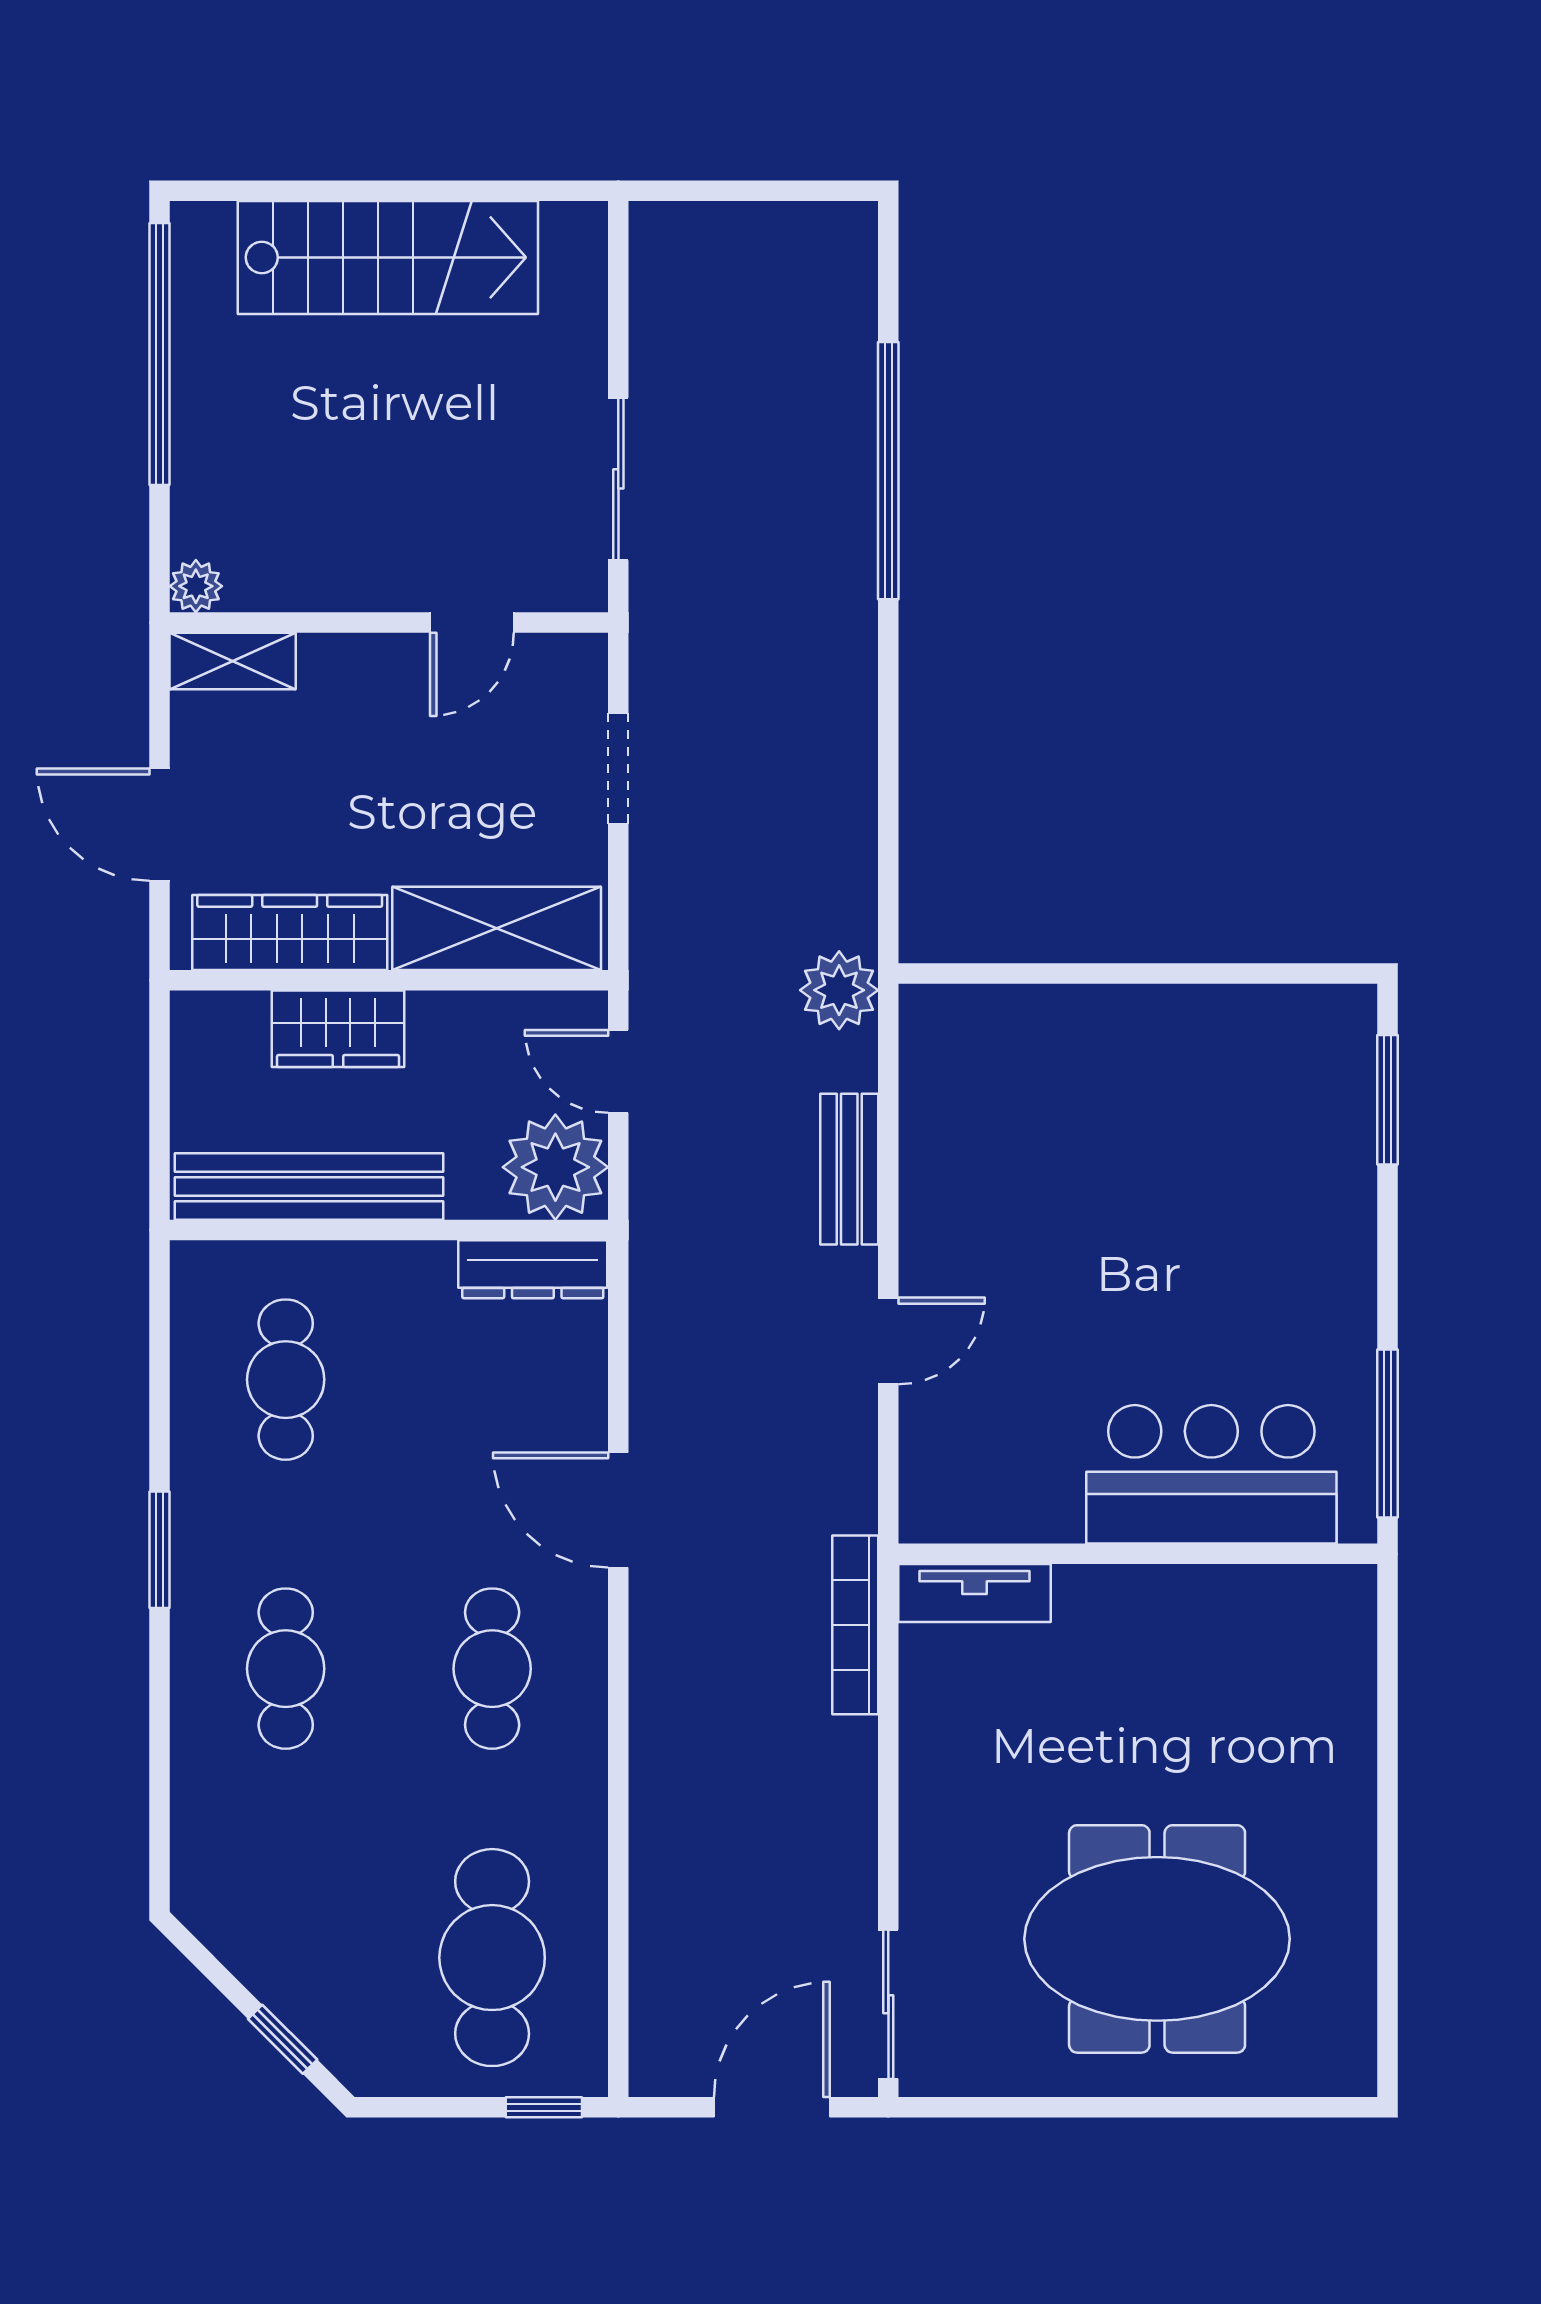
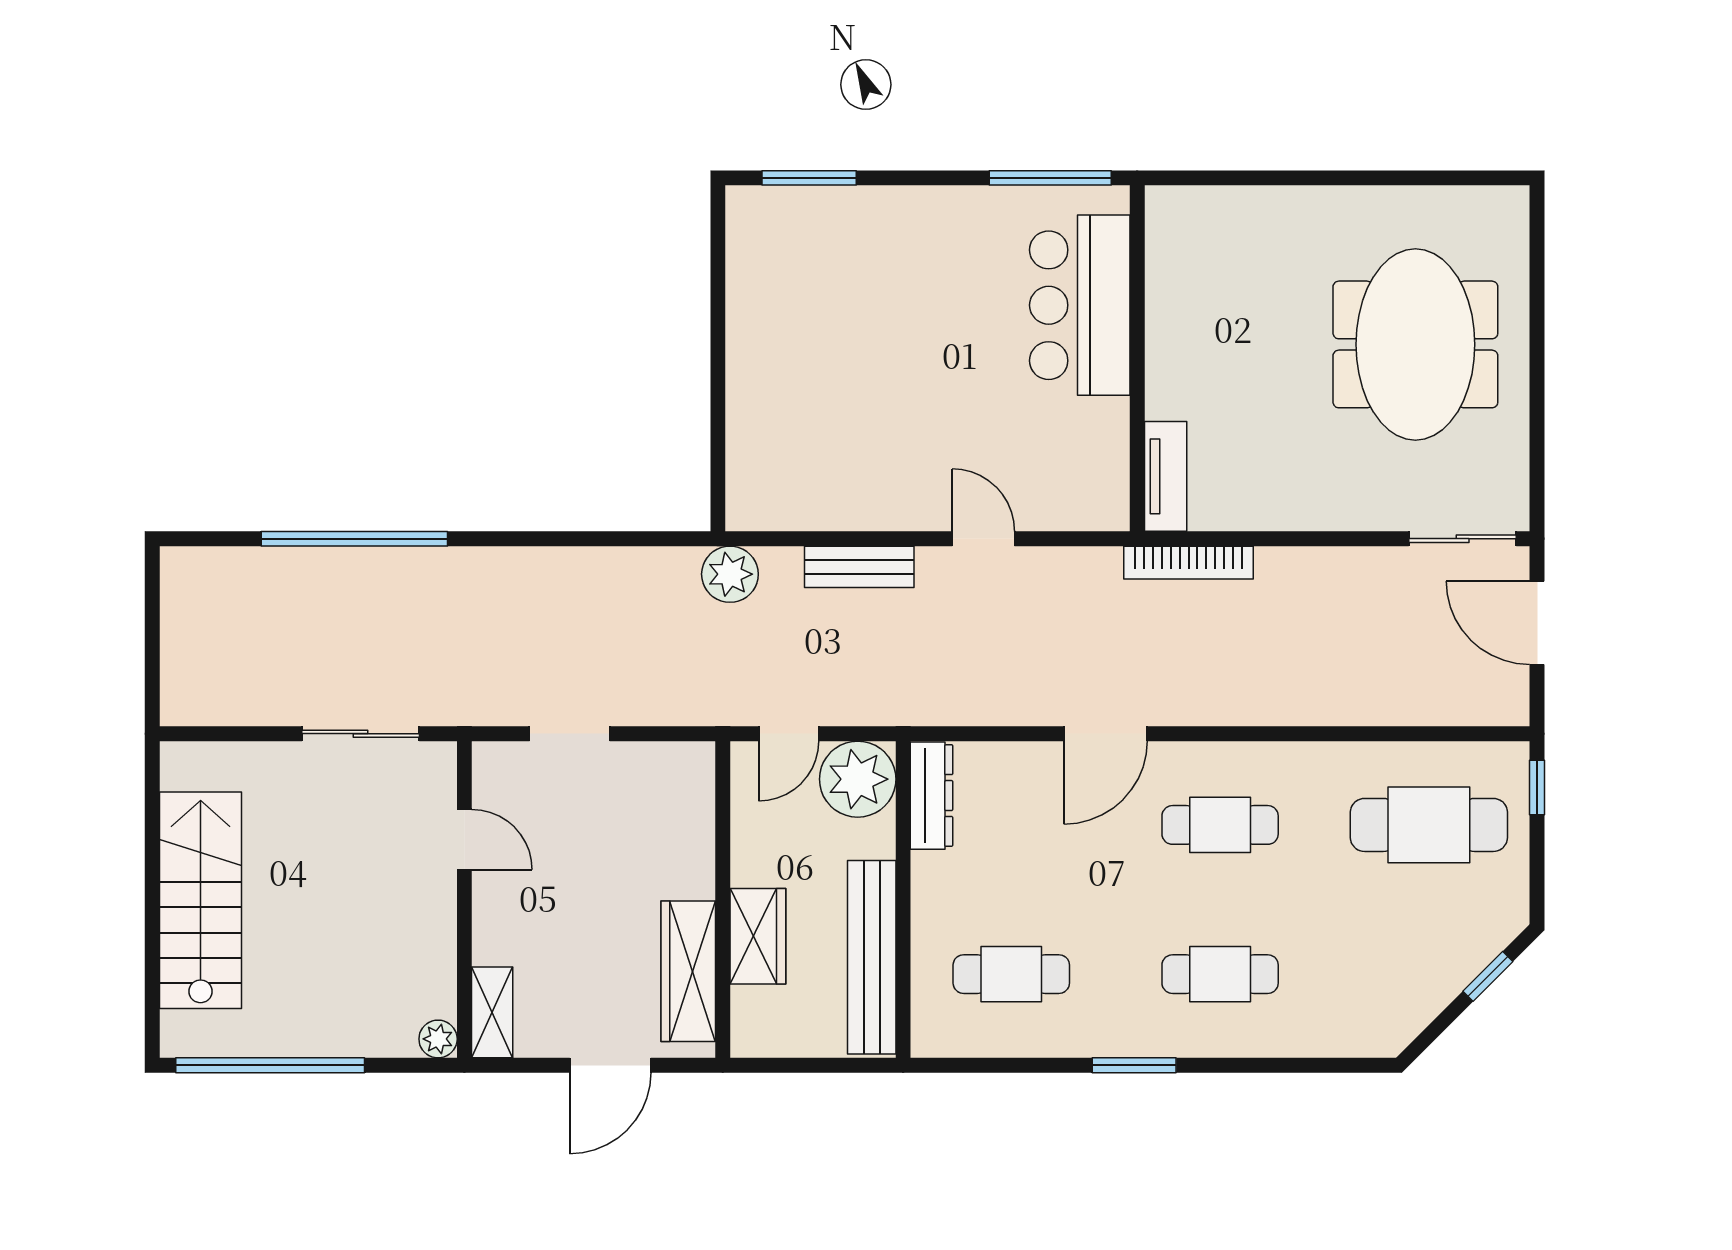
shelving: (497, 928) -> (685, 822), removed

